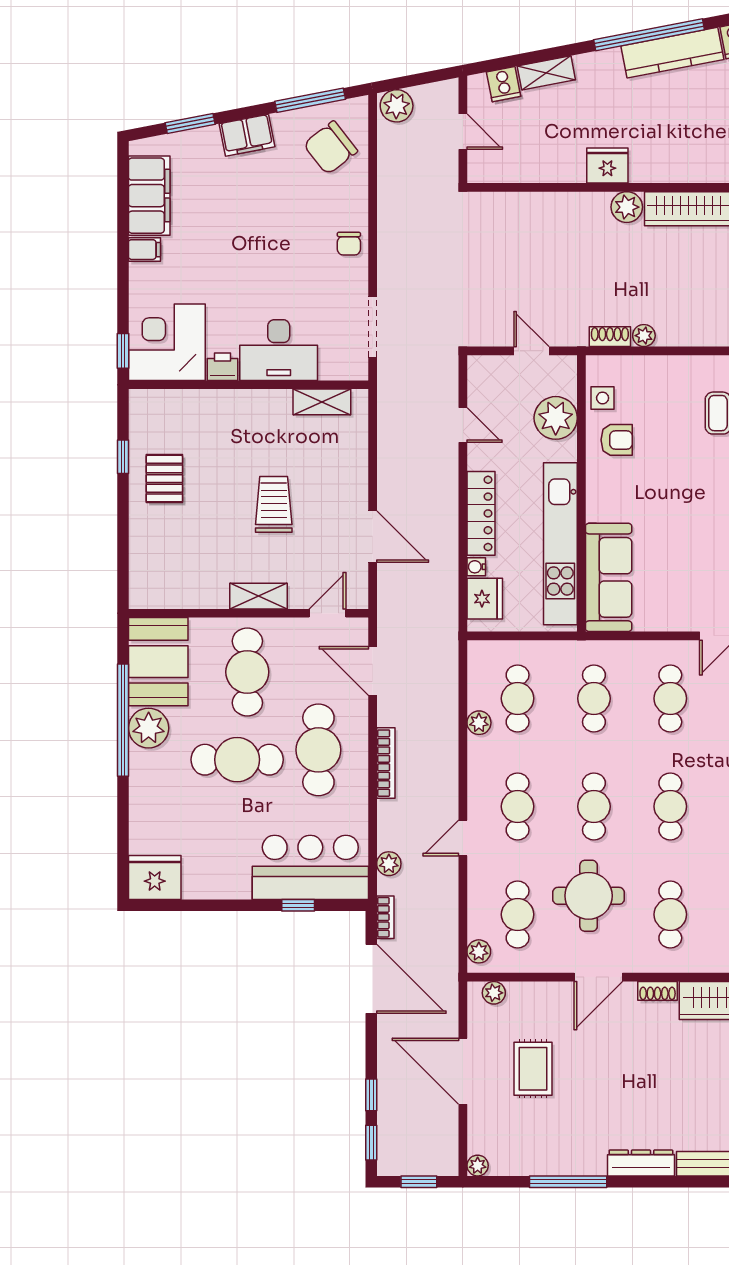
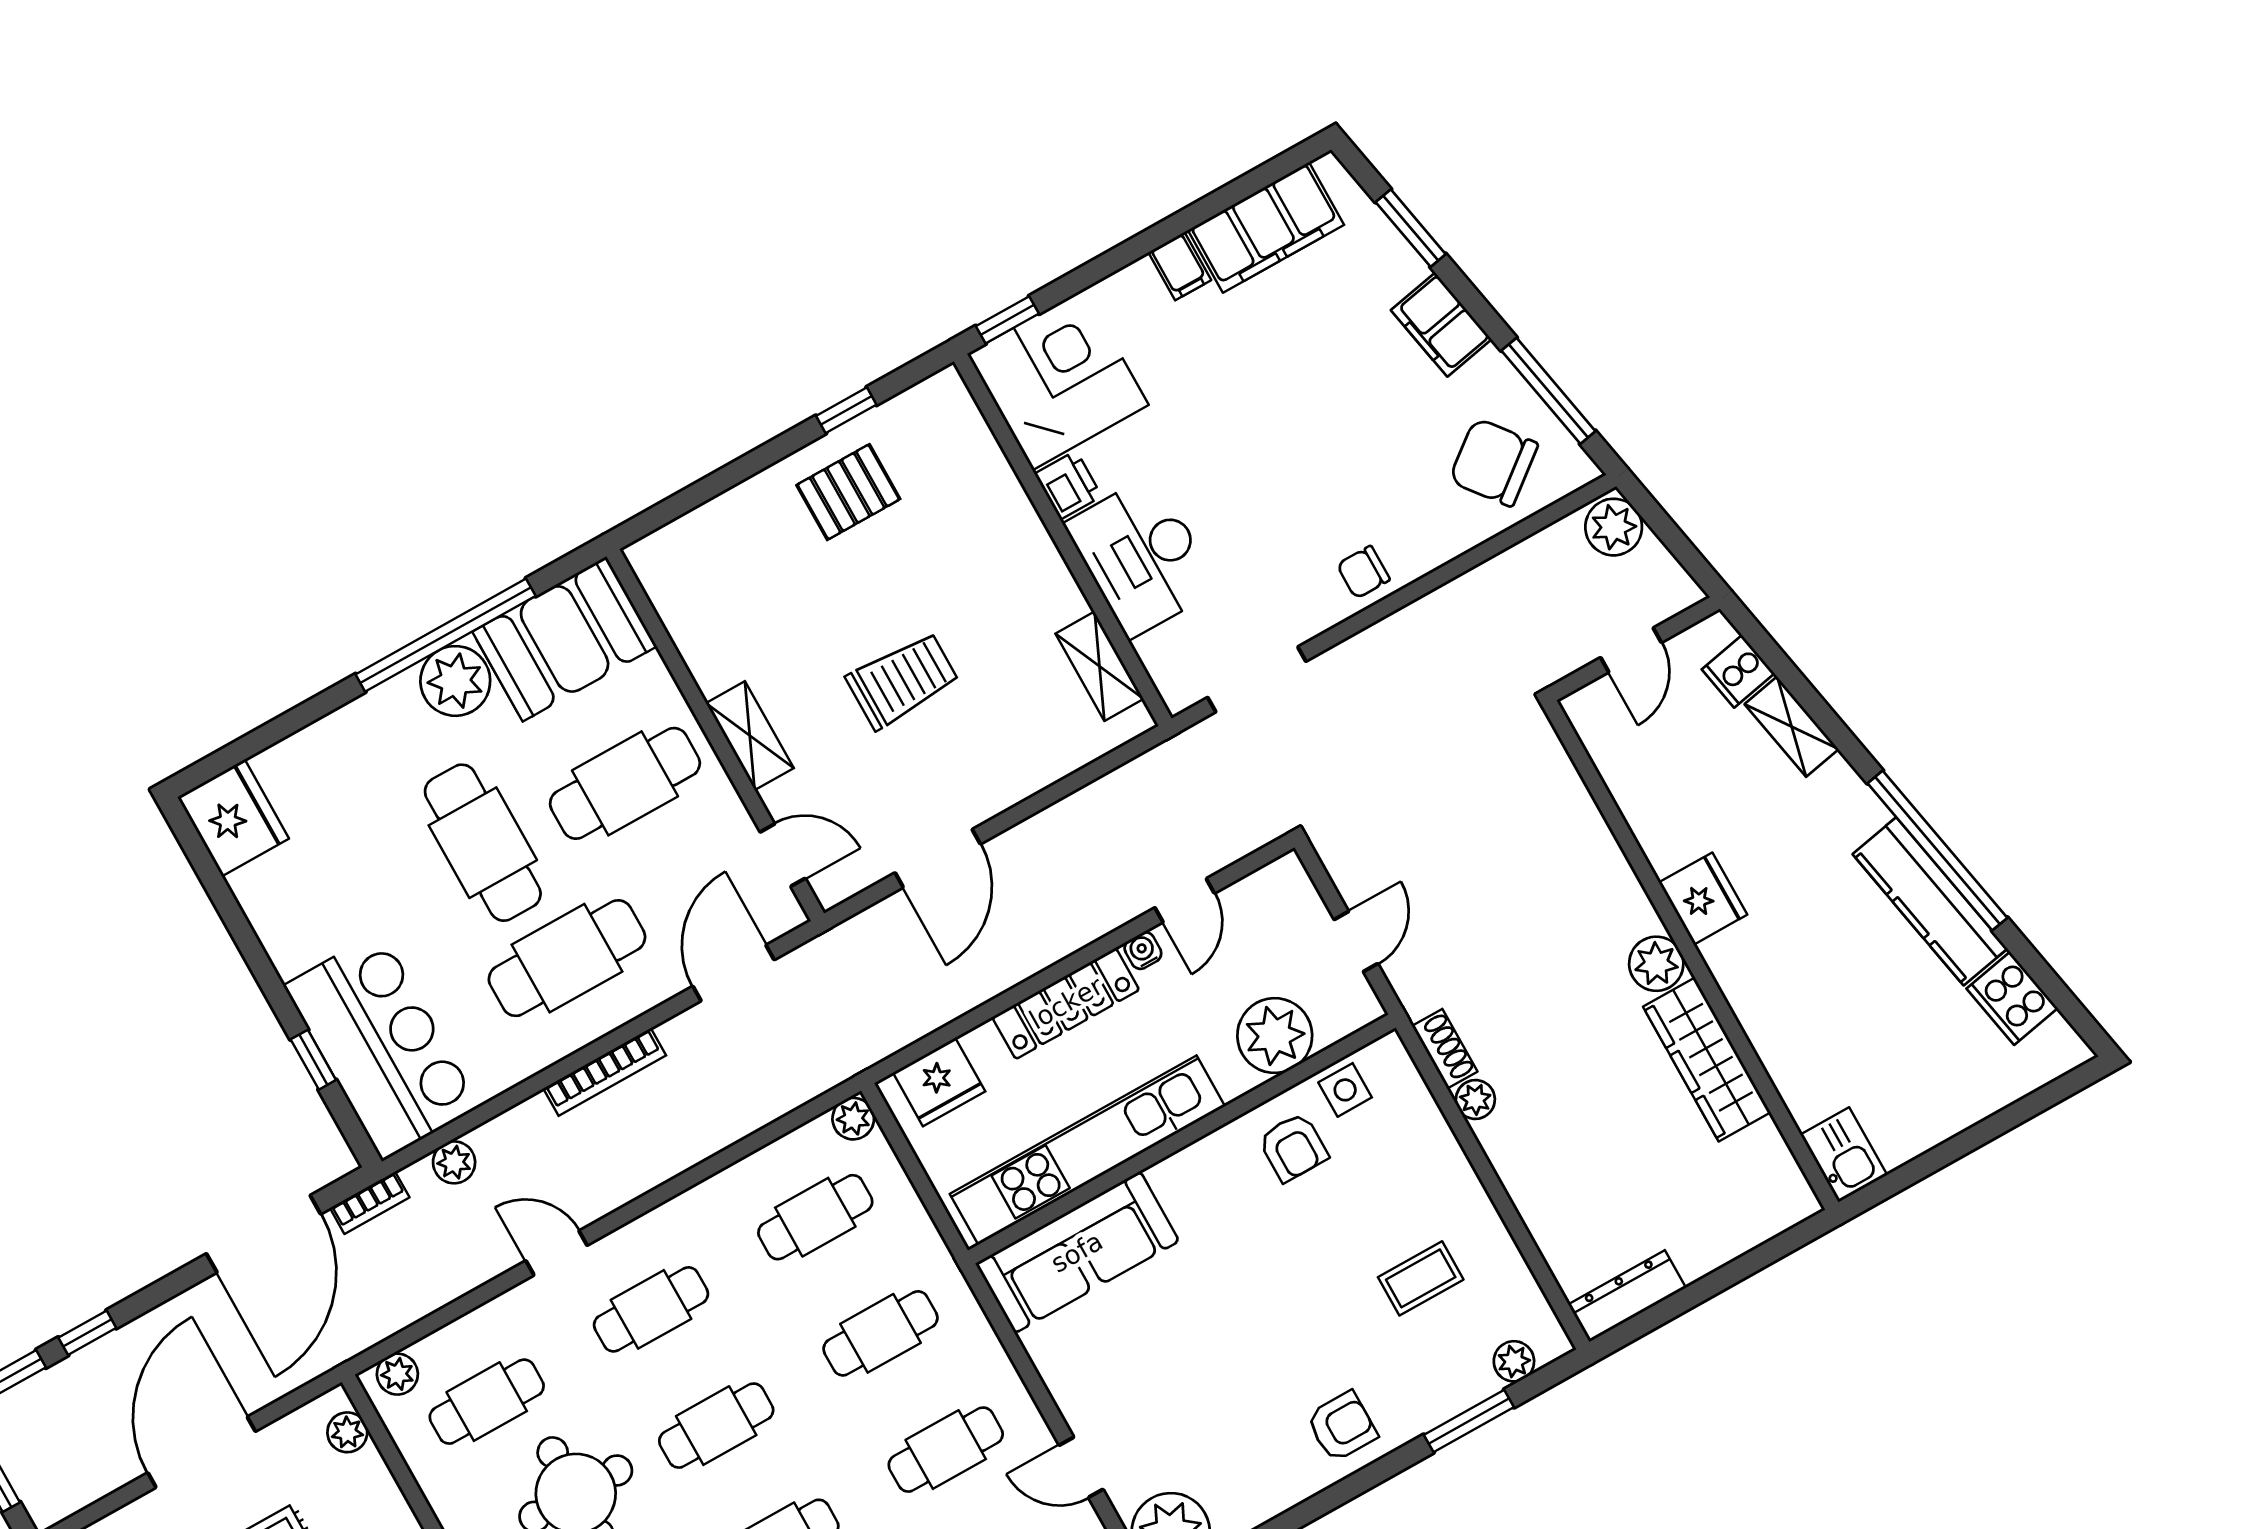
water cooler: (476, 567) -> (1143, 951), moved
plant: (479, 723) -> (853, 1119), moved

